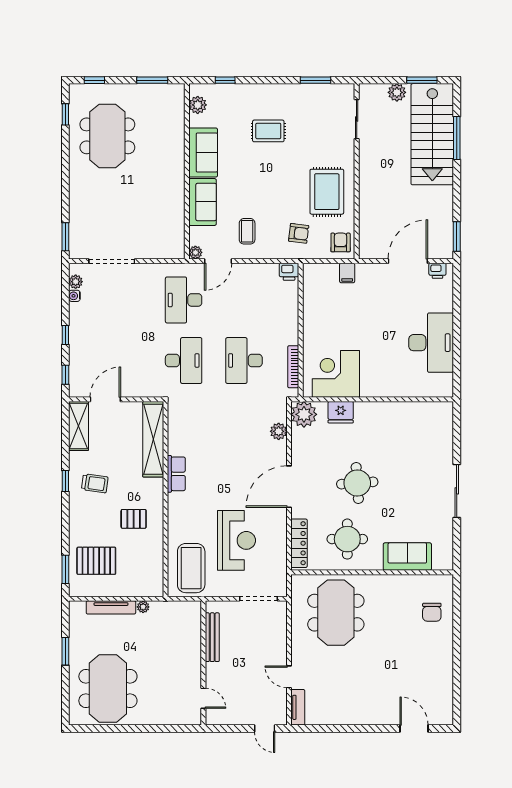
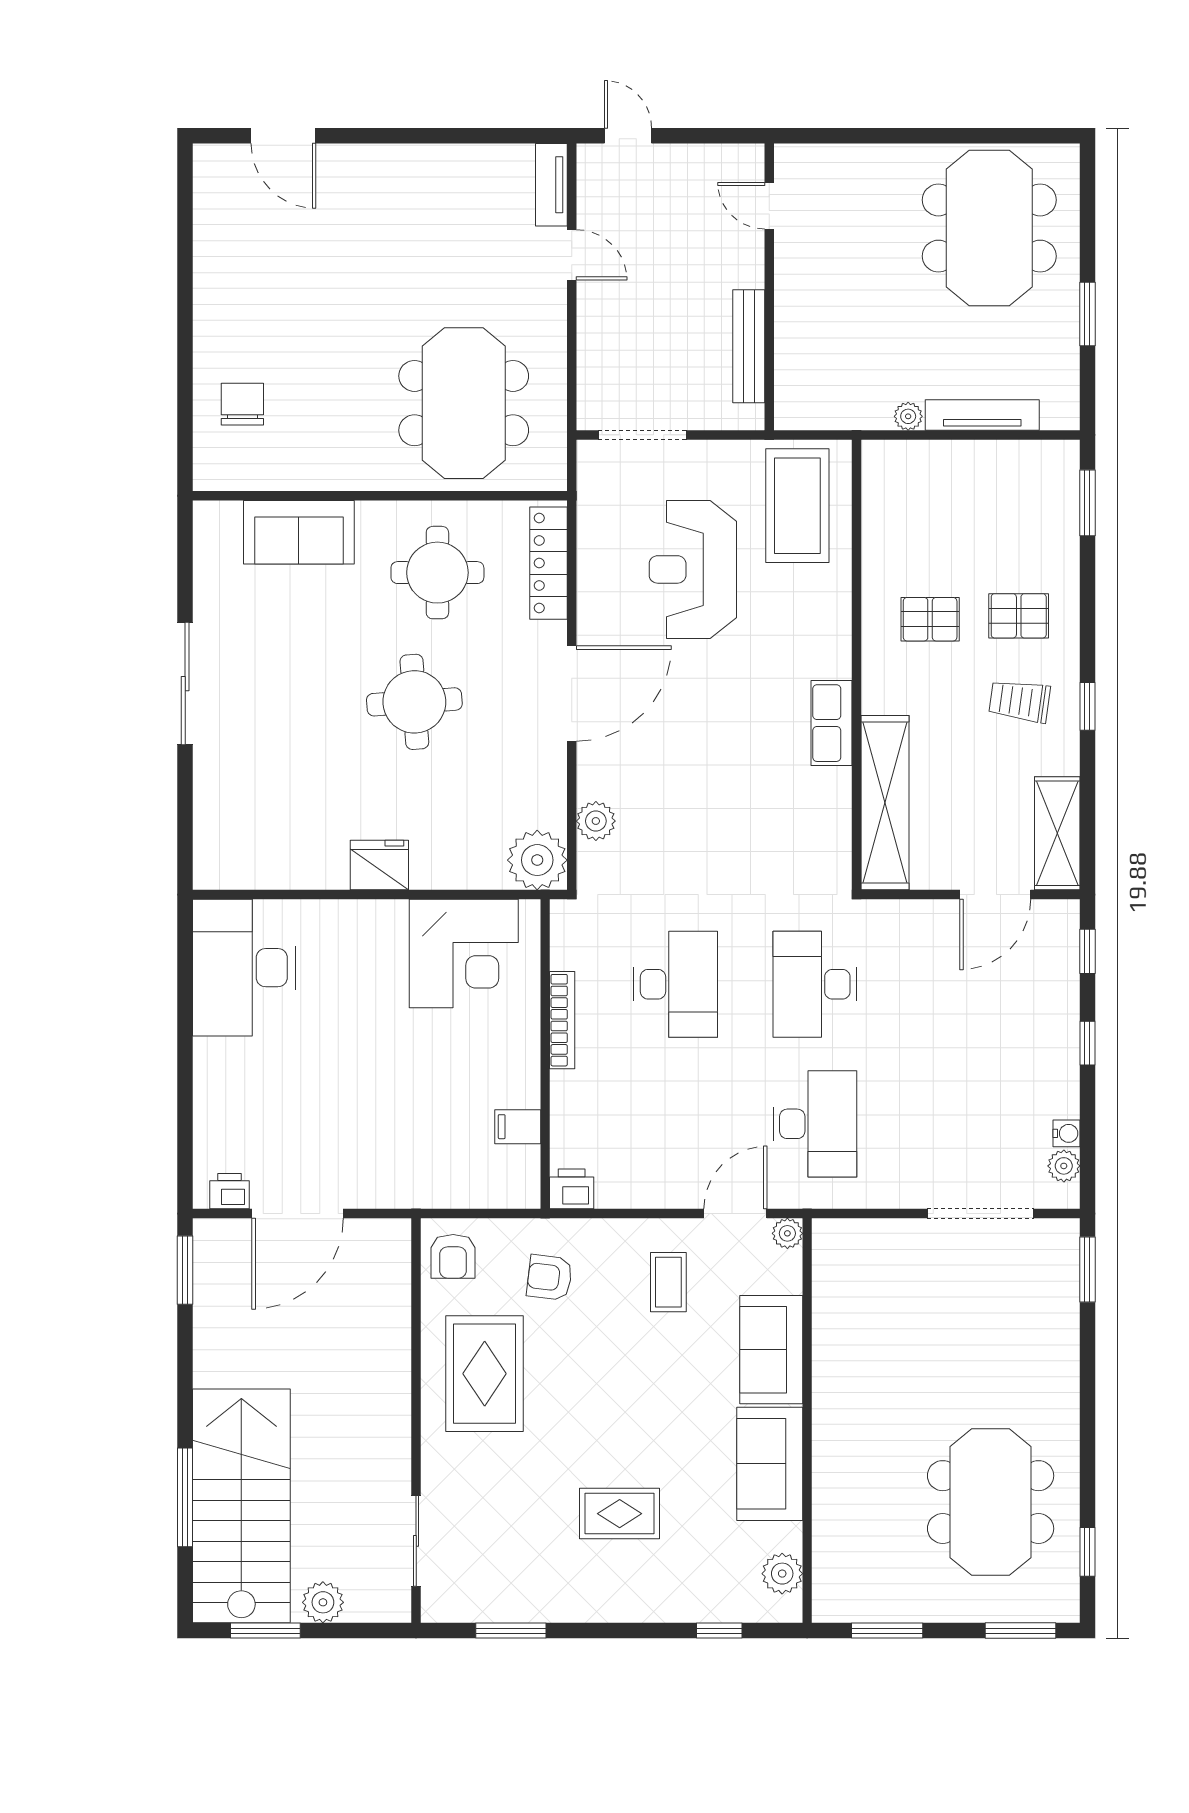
window: (94, 80) -> (1021, 1631), width x1.50
filing cabinet: (347, 273) -> (518, 1127), moved, turned -90
desk: (431, 343) -> (244, 968), moved
bookcase: (293, 367) -> (562, 1020), moved
fridge: (341, 412) -> (379, 865), moved
pallet: (96, 561) -> (1019, 616), moved, width x0.67, depth x0.71

